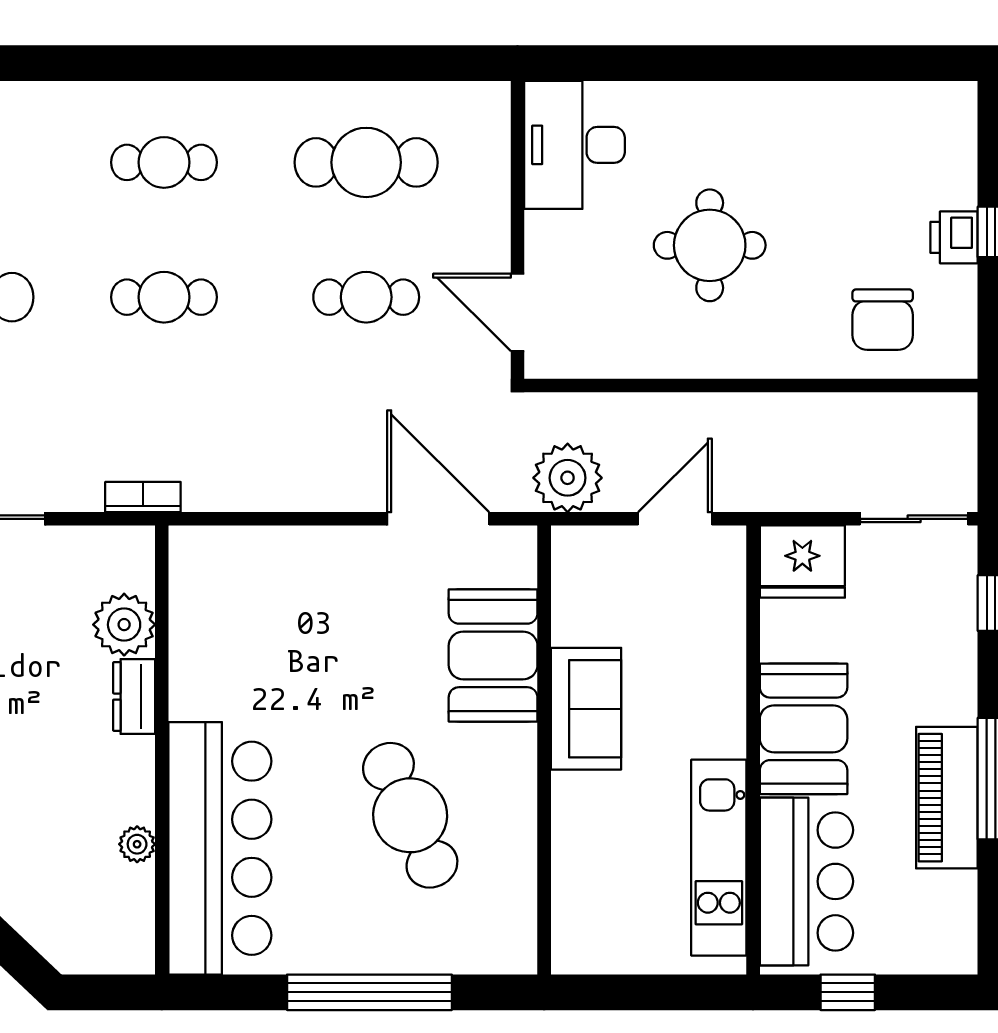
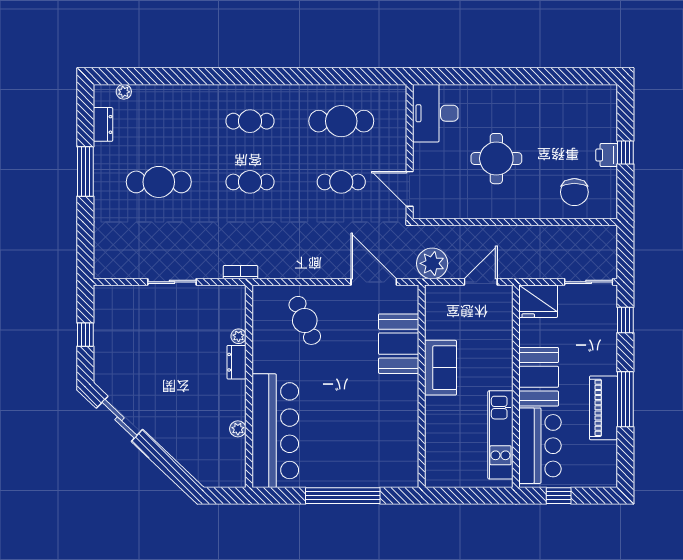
plant: (124, 625) -> (239, 336), width x0.53, depth x0.53
cafe table: (410, 815) -> (305, 320), moved, width x0.73, depth x0.74

